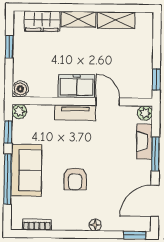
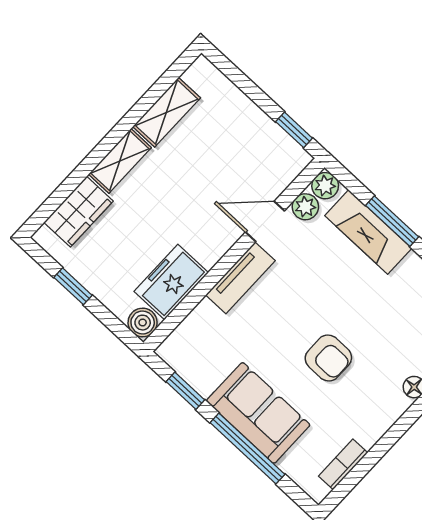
freezer: (77, 86) -> (171, 282), moved
plant: (19, 111) -> (305, 207), moved
fireplace: (144, 142) -> (368, 232), width x1.37, depth x1.32

